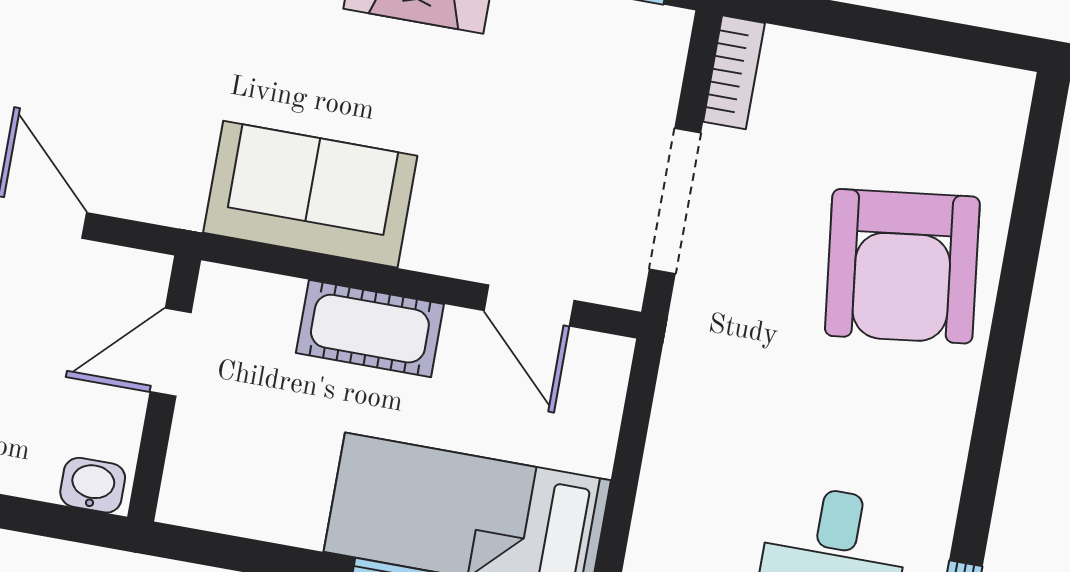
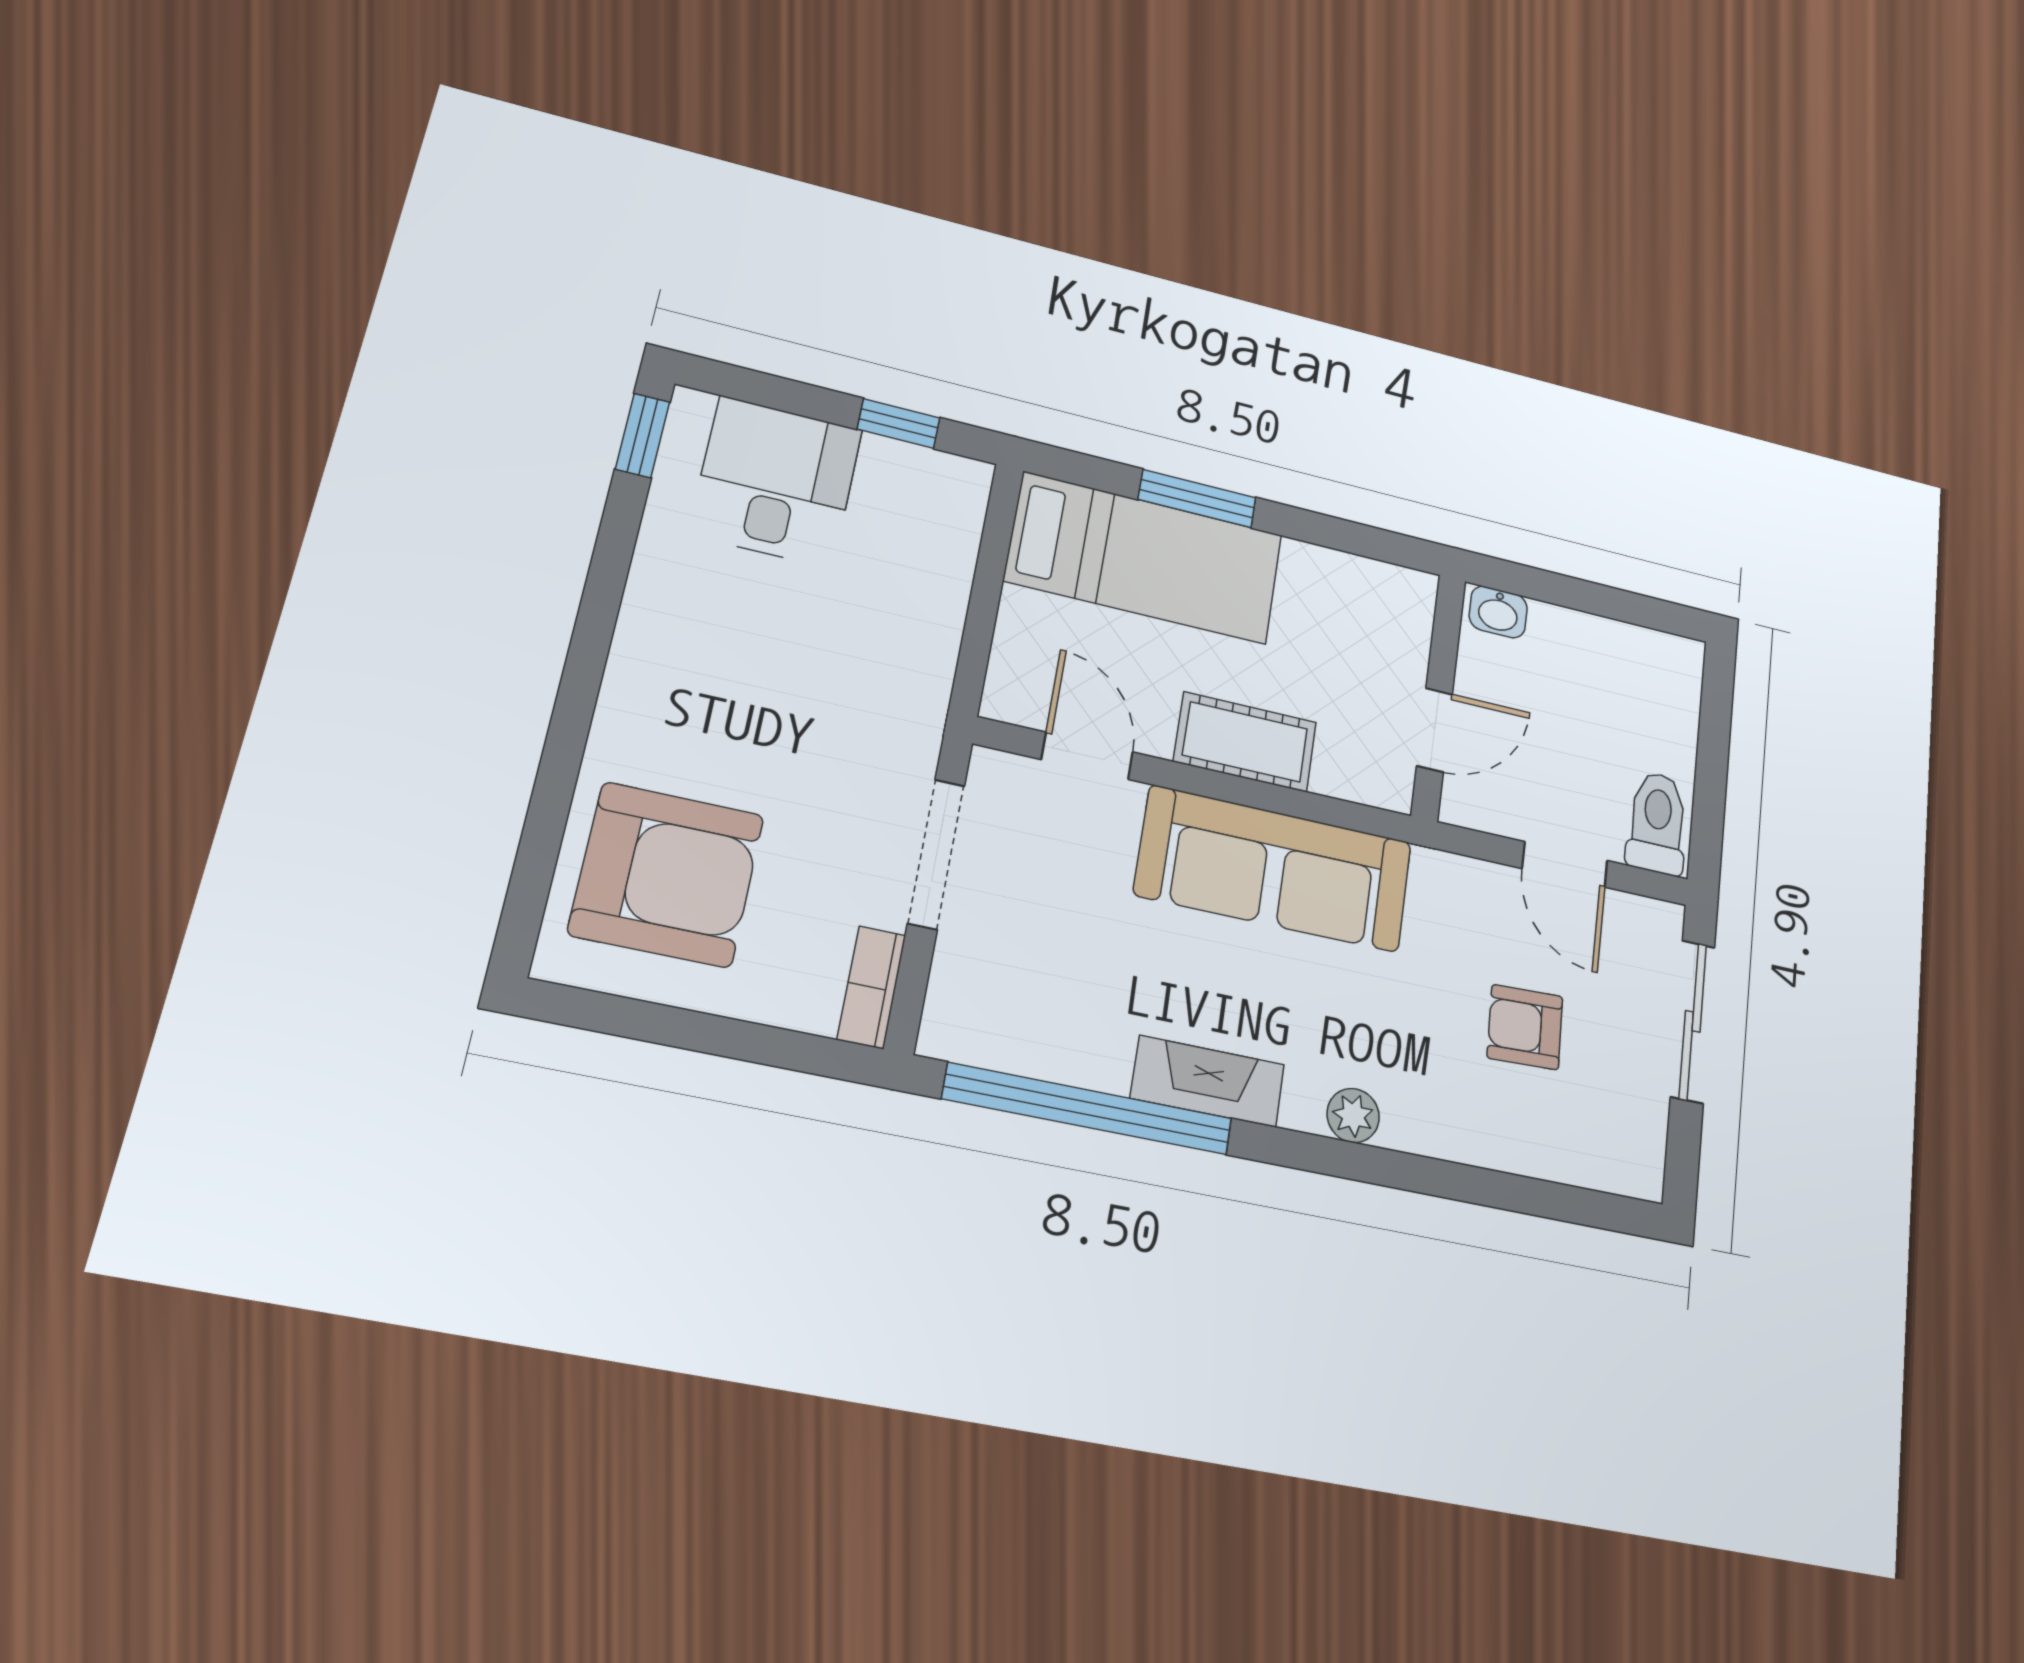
armchair: (96, 51) -> (1525, 1027), added
sofa: (310, 194) -> (1274, 869), width x1.36
armchair: (902, 266) -> (667, 874), moved, turned 97

